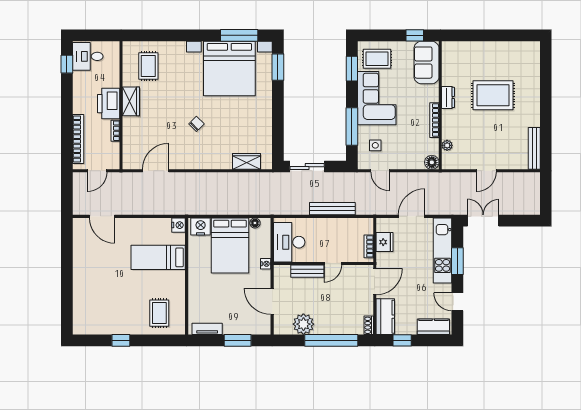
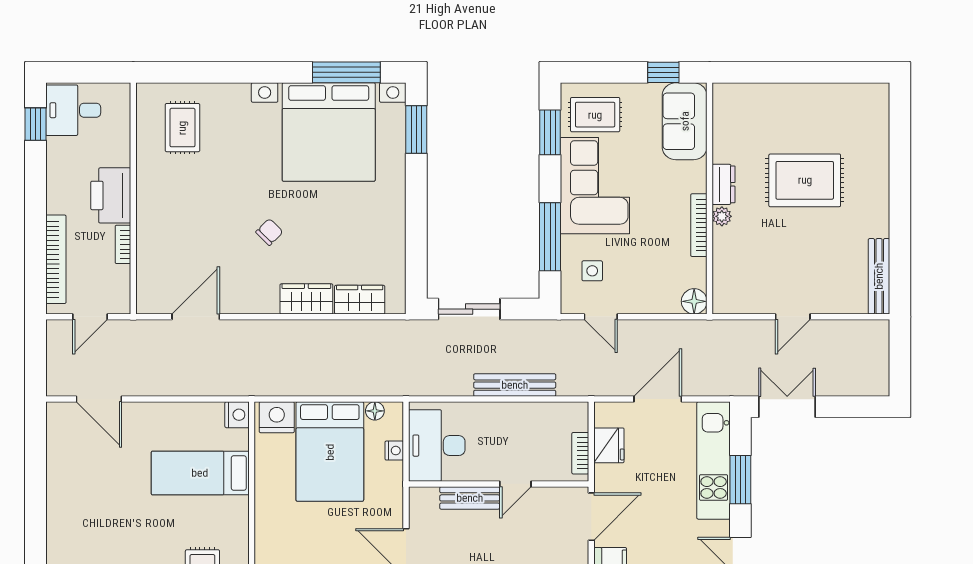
wardrobe: (131, 101) -> (306, 299), moved, turned -90
plant: (447, 145) -> (722, 216), moved
nightstand: (266, 264) -> (394, 451), moved

